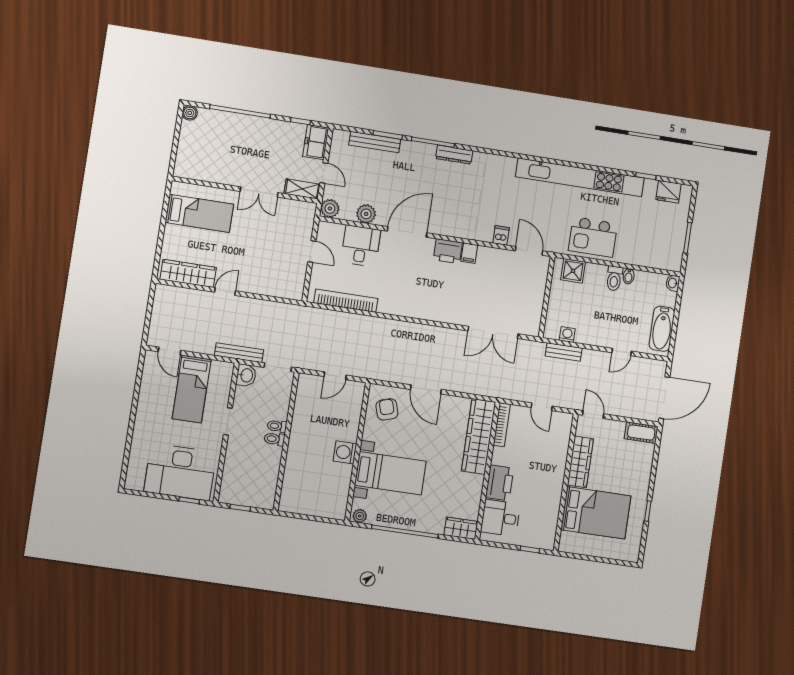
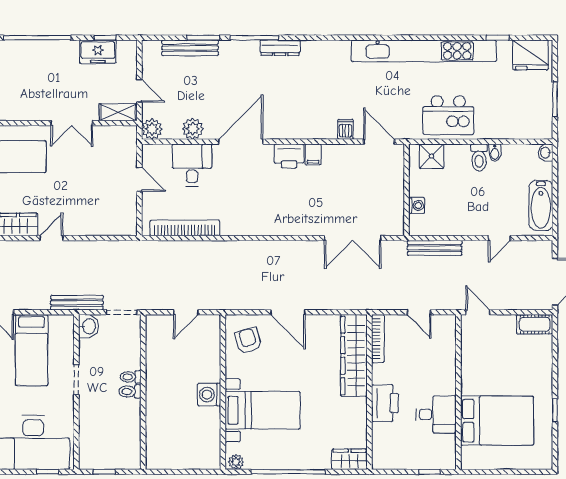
freezer: (316, 142) -> (98, 52), moved, turned -90
fridge: (668, 192) -> (530, 55), width x1.36, depth x1.34
washing machine: (567, 335) -> (417, 205), moved, turned 90
bench: (564, 352) -> (435, 248), width x1.36
wardrobe: (580, 462) -> (471, 367), removed
desk: (500, 518) -> (436, 414), moved, turned 180

